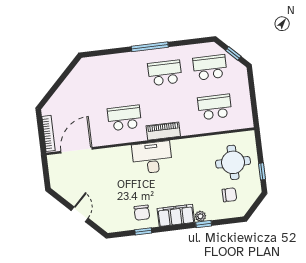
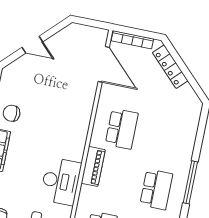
locker: (60, 95) -> (170, 67), added
desk: (152, 158) -> (61, 181), moved

